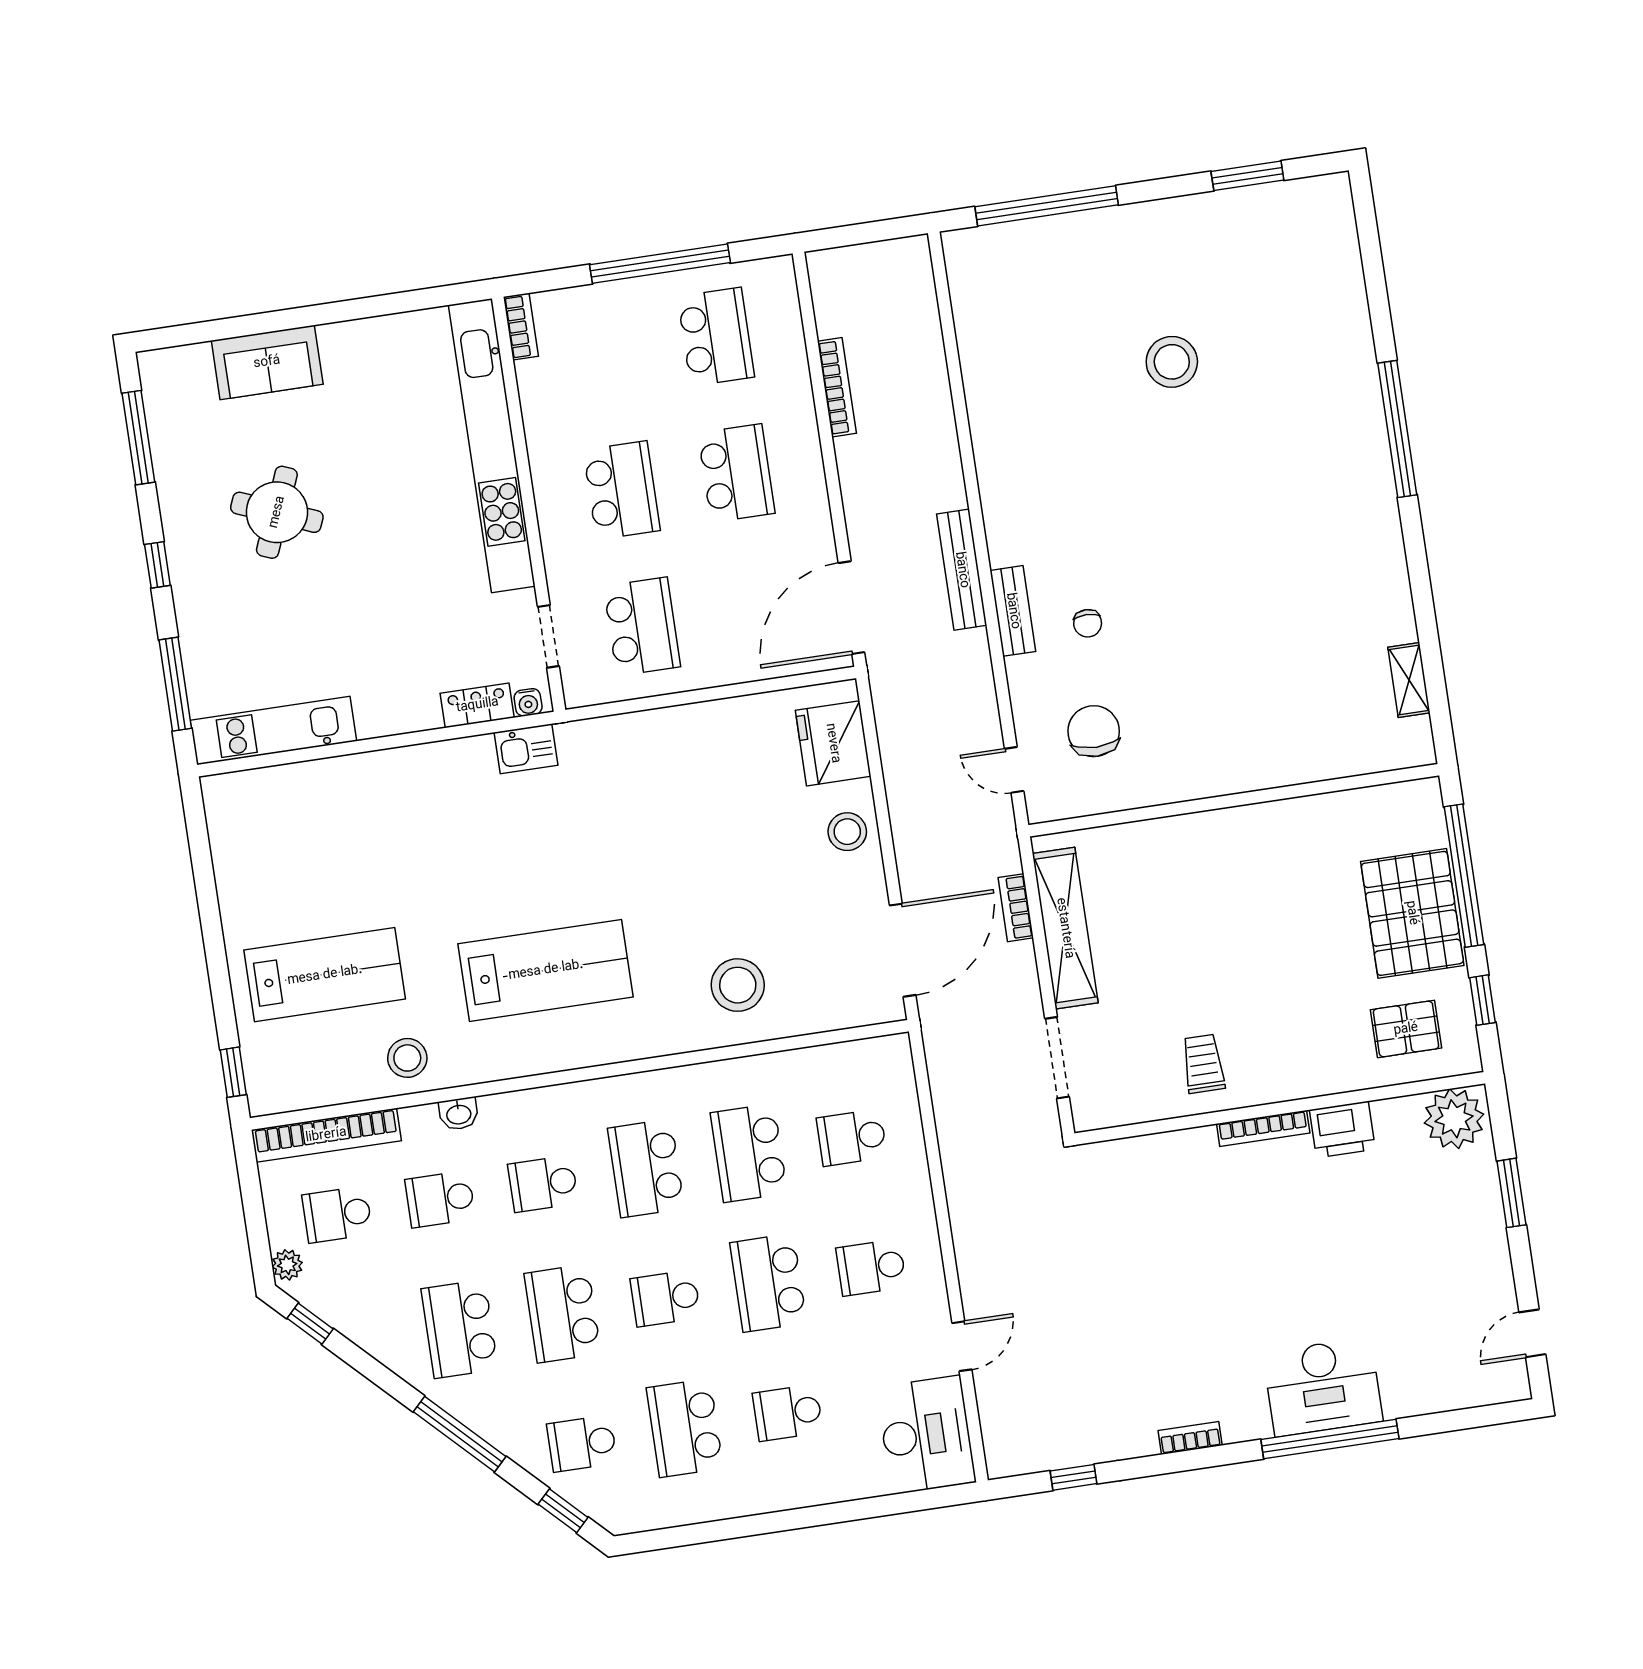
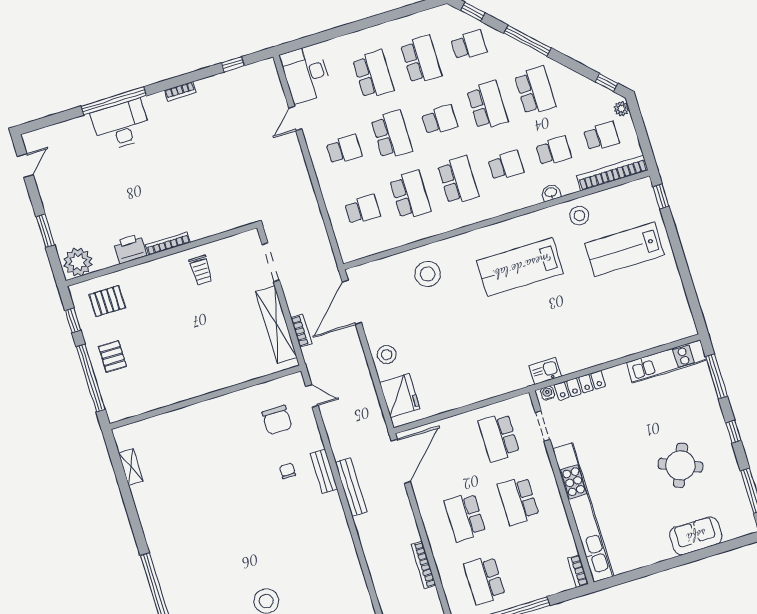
locker: (477, 705) -> (580, 385), width x1.53
pallet: (1412, 913) -> (112, 356), width x0.49, depth x0.50
school desk: (788, 1413) -> (373, 74), width x1.85

